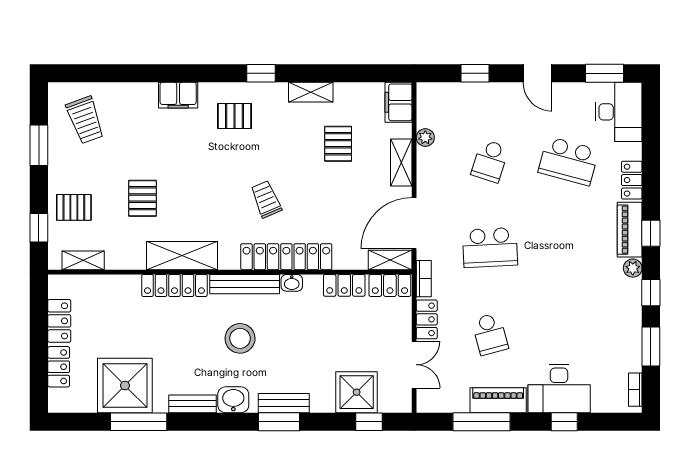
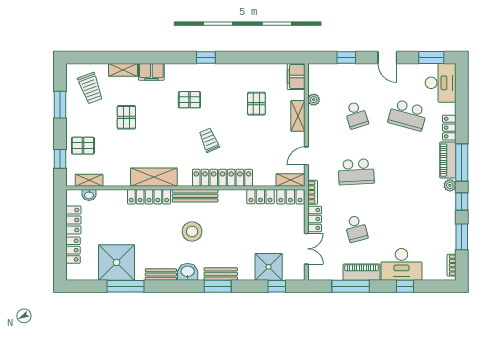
shelving: (311, 92) -> (123, 70), moved
pallet: (235, 116) -> (189, 100), moved
school desk: (490, 161) -> (356, 115), turned -36
pallet: (143, 198) -> (126, 117), moved
door: (414, 223) -> (306, 156), width x0.53
window: (651, 233) -> (462, 162), width x2.17
washbasin: (292, 283) -> (89, 195), moved

